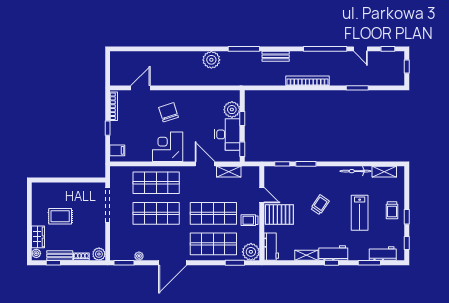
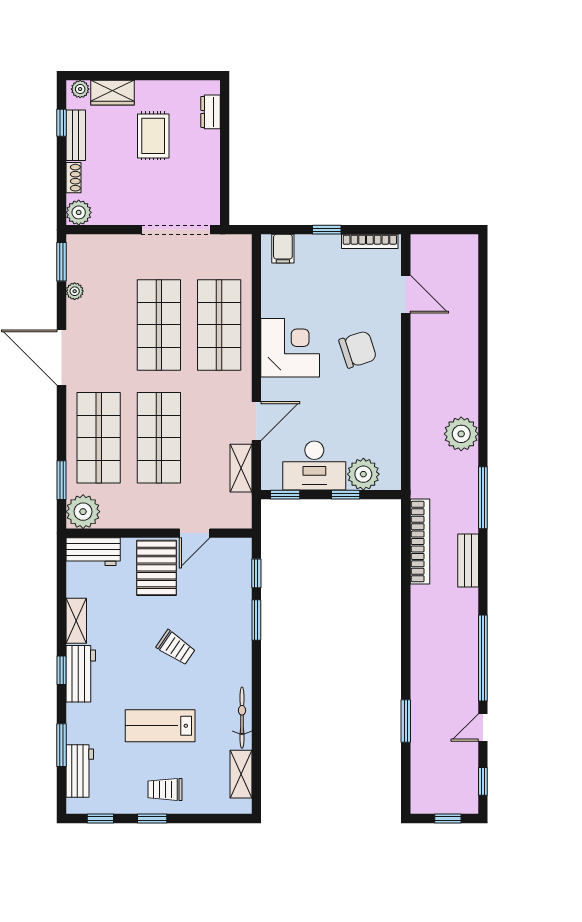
bookcase: (307, 81) -> (420, 542), moved
dresser: (48, 187) -> (211, 112), added
trolley: (249, 220) -> (145, 509), removed

